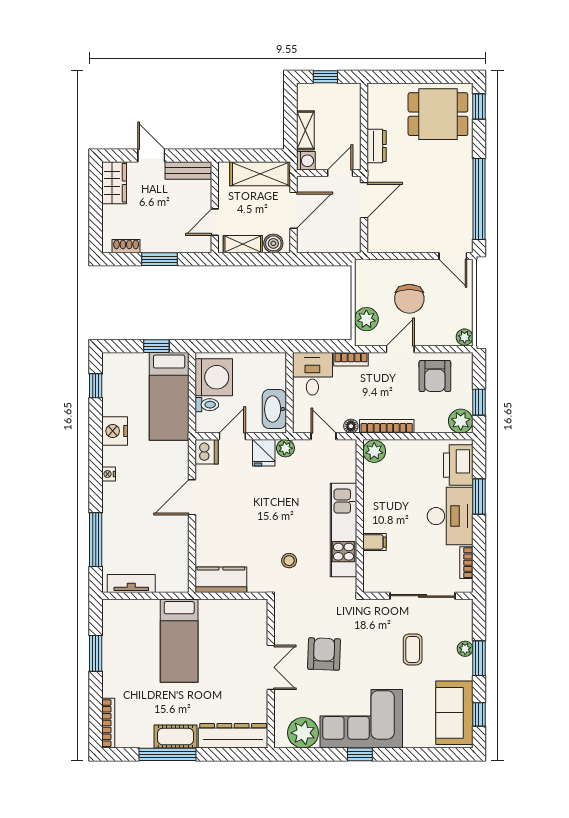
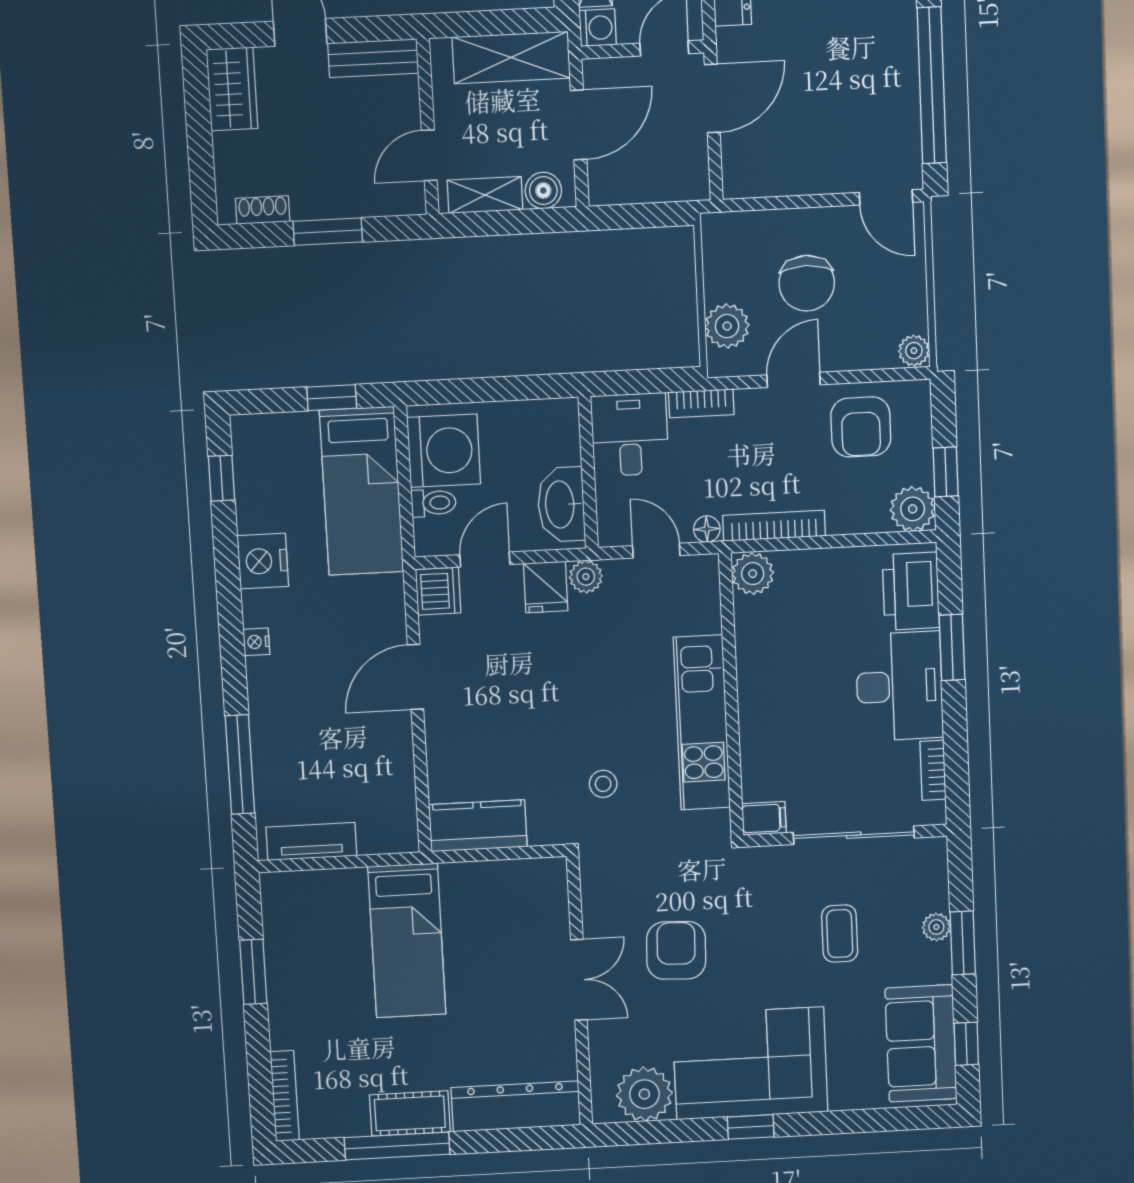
filing cabinet: (375, 542) -> (764, 818), moved

